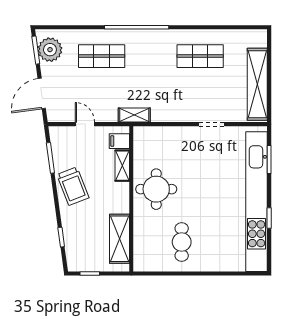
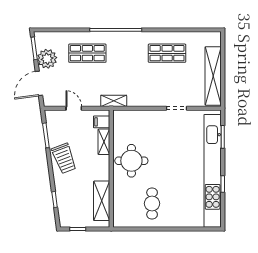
plant: (50, 50) -> (47, 59), moved

